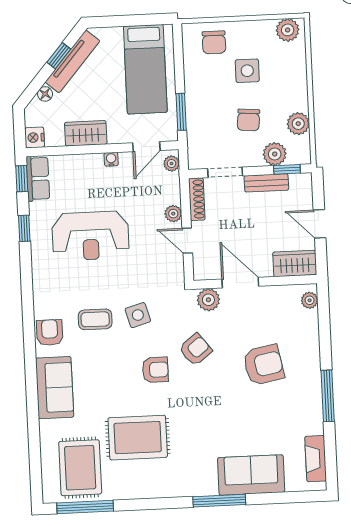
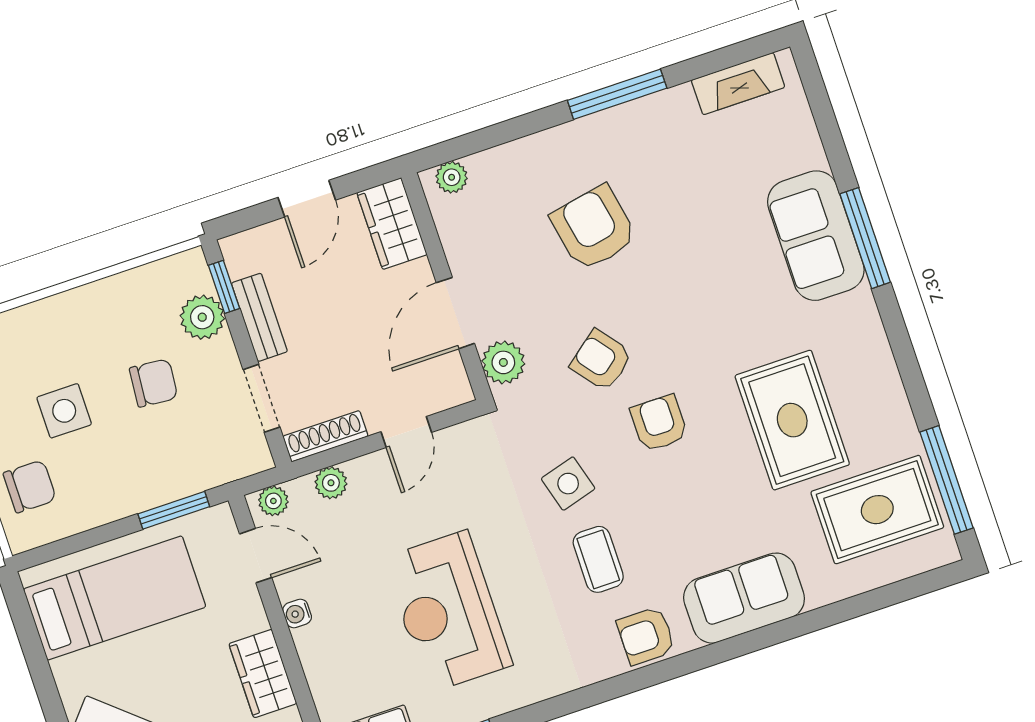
plant: (298, 124) -> (134, 290), removed
plant: (173, 214) -> (331, 483), moved
reception desk: (90, 236) -> (448, 612), turned 180
sofa: (251, 475) -> (816, 236), moved

